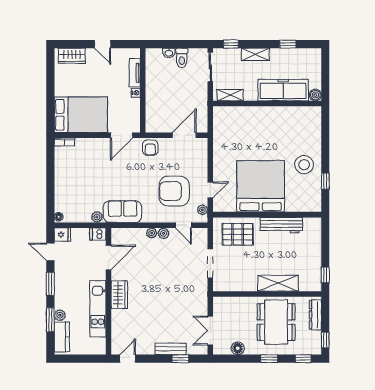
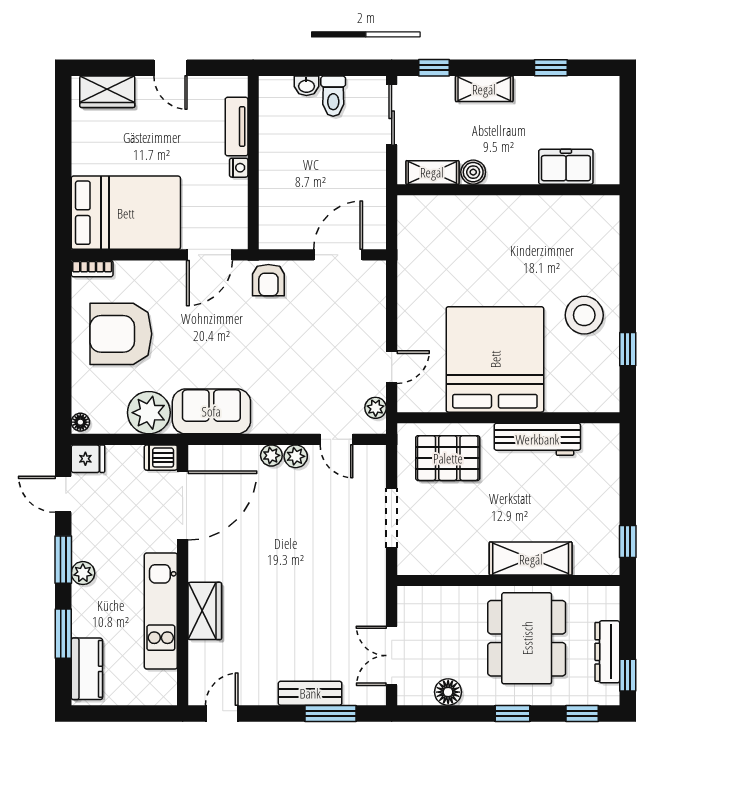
freezer: (283, 90) -> (566, 167), width x0.52, depth x0.79
boiler: (315, 95) -> (473, 172), moved
armchair: (174, 191) -> (121, 334), moved
plant: (97, 217) -> (149, 413), width x1.88, depth x1.88
door: (108, 257) -> (183, 505), width x1.36
wardrobe: (119, 295) -> (205, 611), moved
plant: (60, 315) -> (83, 573), moved
dresser: (315, 315) -> (607, 652), moved
window: (180, 359) -> (330, 713), width x1.50

